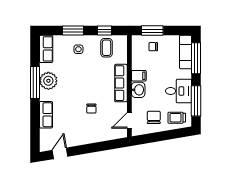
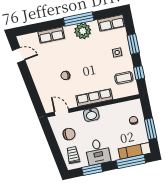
window: (152, 31) -> (151, 129), moved
filing cabinet: (139, 76) -> (104, 113), removed
window: (196, 101) -> (92, 170), width x0.69

